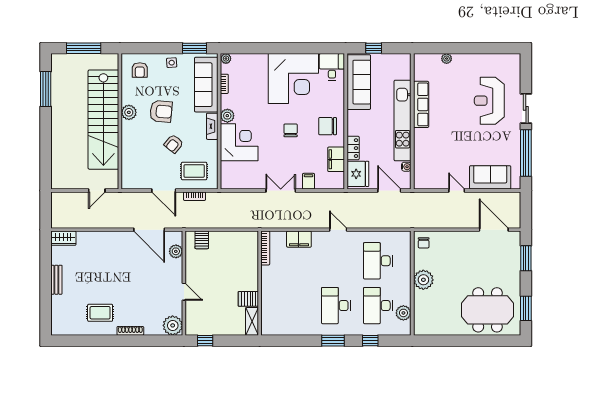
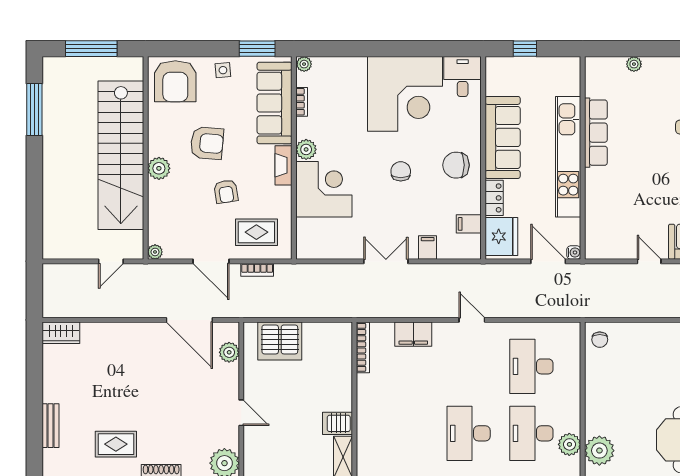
armchair: (140, 70) -> (175, 81), width x1.88, depth x1.88
sofa: (359, 82) -> (503, 137), moved
plant: (129, 112) -> (159, 168), moved
armchair: (174, 144) -> (226, 192), turned -48
filing cabinet: (336, 159) -> (469, 224), width x0.50
water cooler: (406, 167) -> (574, 252), moved
plant: (126, 184) -> (155, 252), added
server rack: (202, 240) -> (280, 341), width x2.18, depth x1.44
bench: (56, 280) -> (51, 426), moved
plant: (423, 280) -> (599, 451), moved

